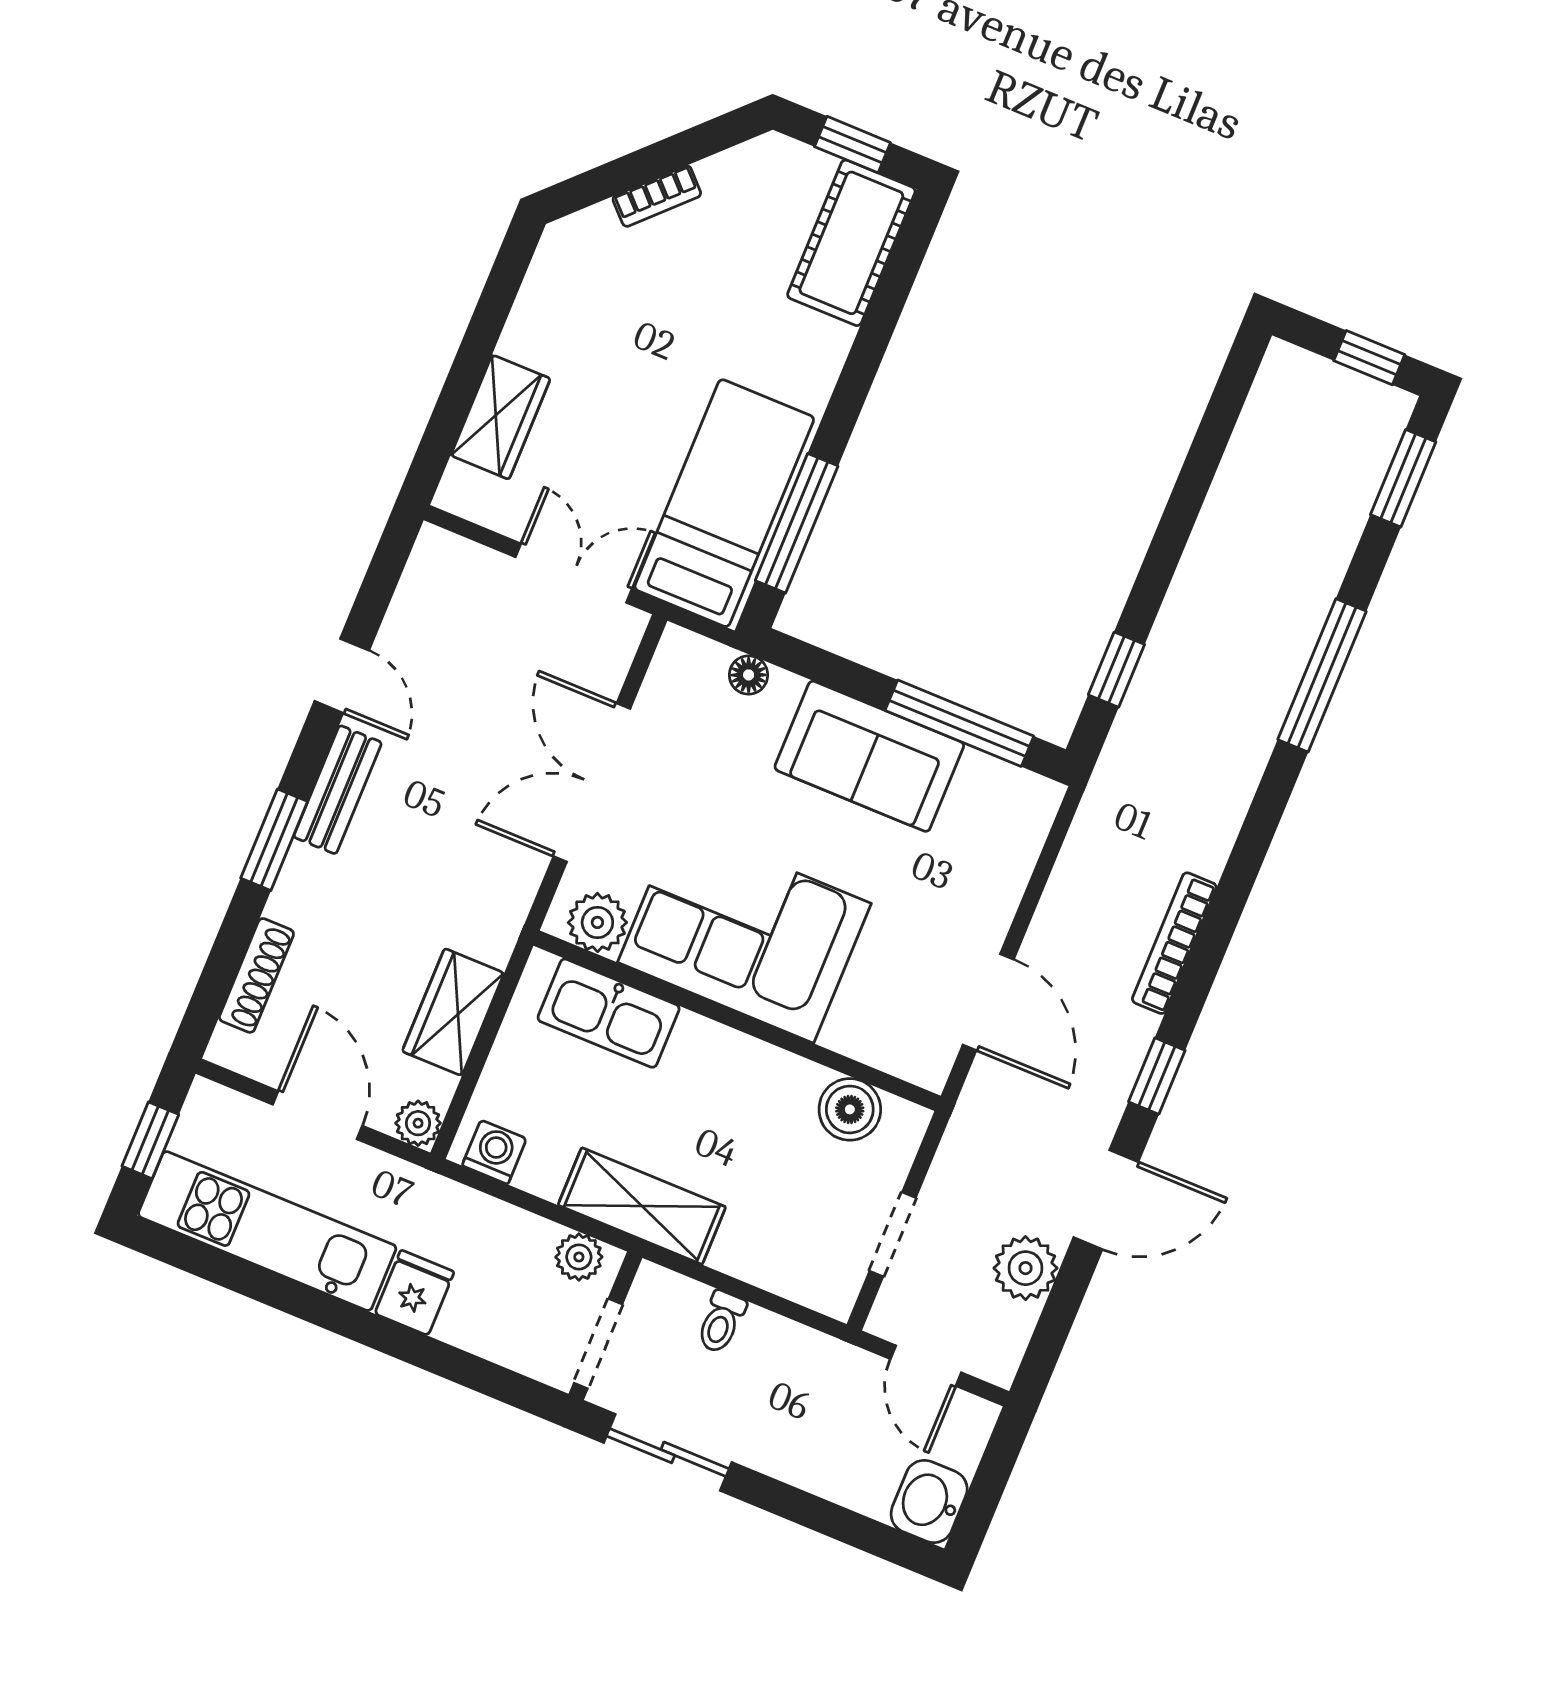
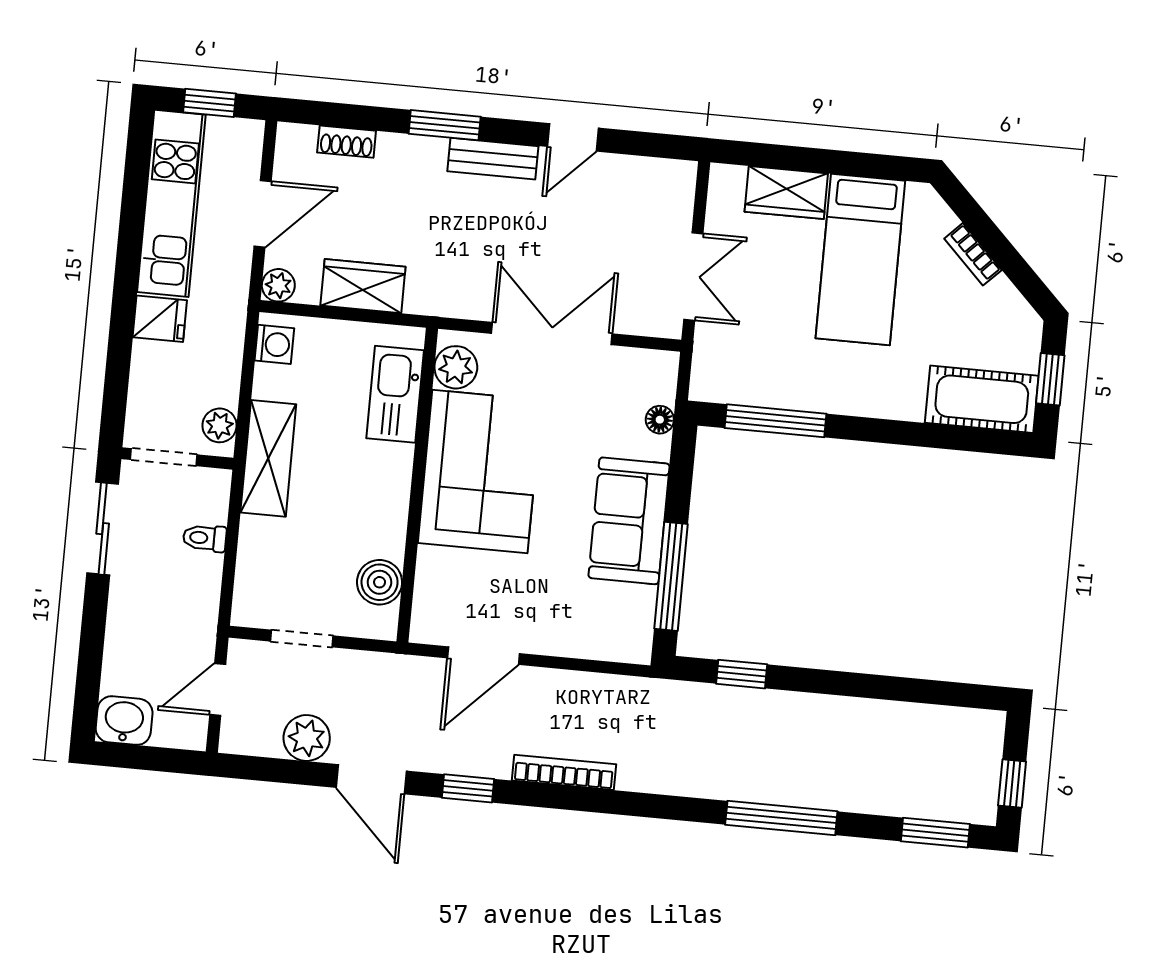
bed: (724, 503) -> (860, 260), moved, turned 90
shoe rack: (256, 975) -> (347, 142), width x0.70

